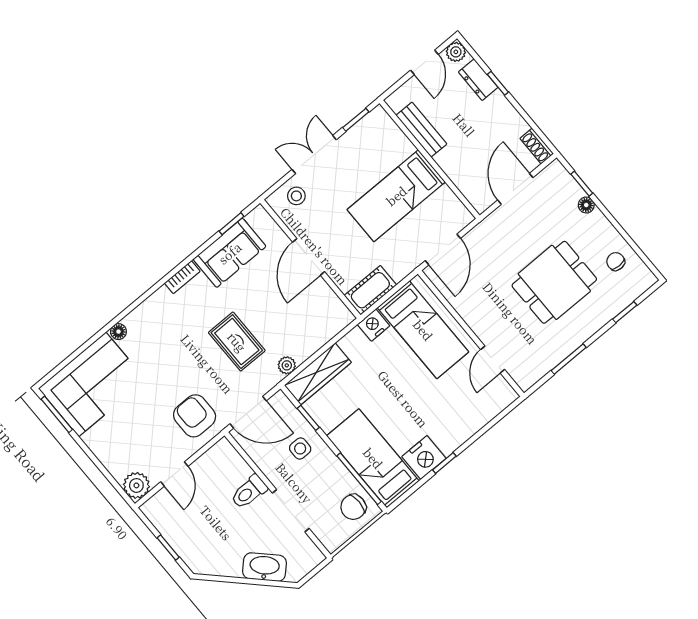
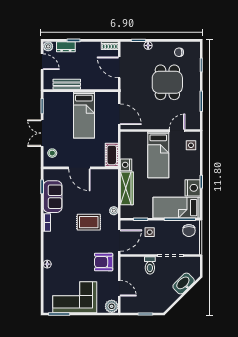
bed: (423, 330) -> (158, 155), moved, turned 90
door: (493, 359) -> (177, 130), swing flipped
wardrobe: (318, 374) -> (127, 188), moved
corner sofa: (92, 384) -> (75, 297), moved, turned -90
side table: (488, 400) -> (191, 145), added

